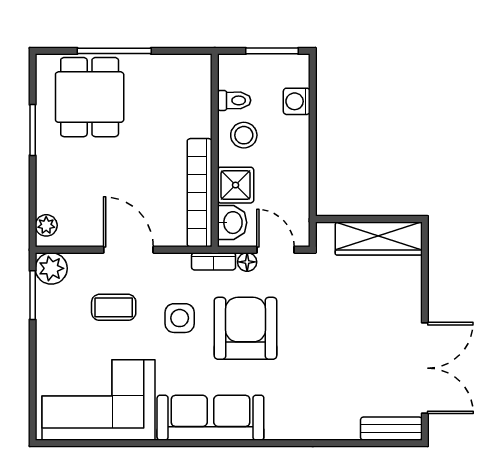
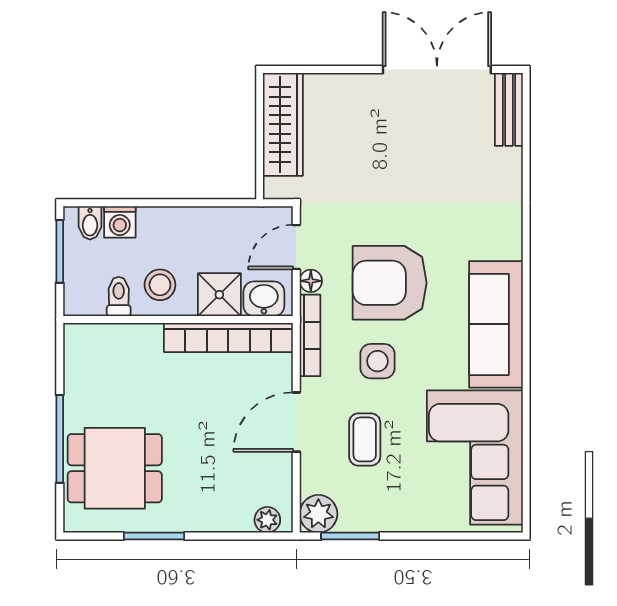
bidet: (296, 76) -> (90, 223), added
bookcase: (214, 261) -> (310, 335), width x1.56

